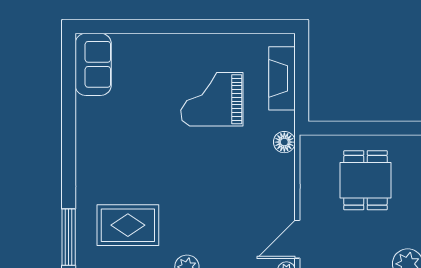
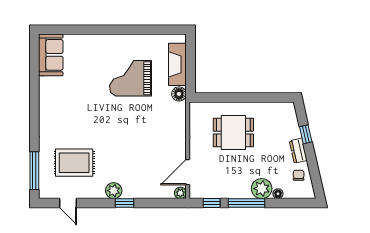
floor lamp: (284, 142) -> (179, 94), moved
dining table: (365, 180) -> (233, 133), turned 90

